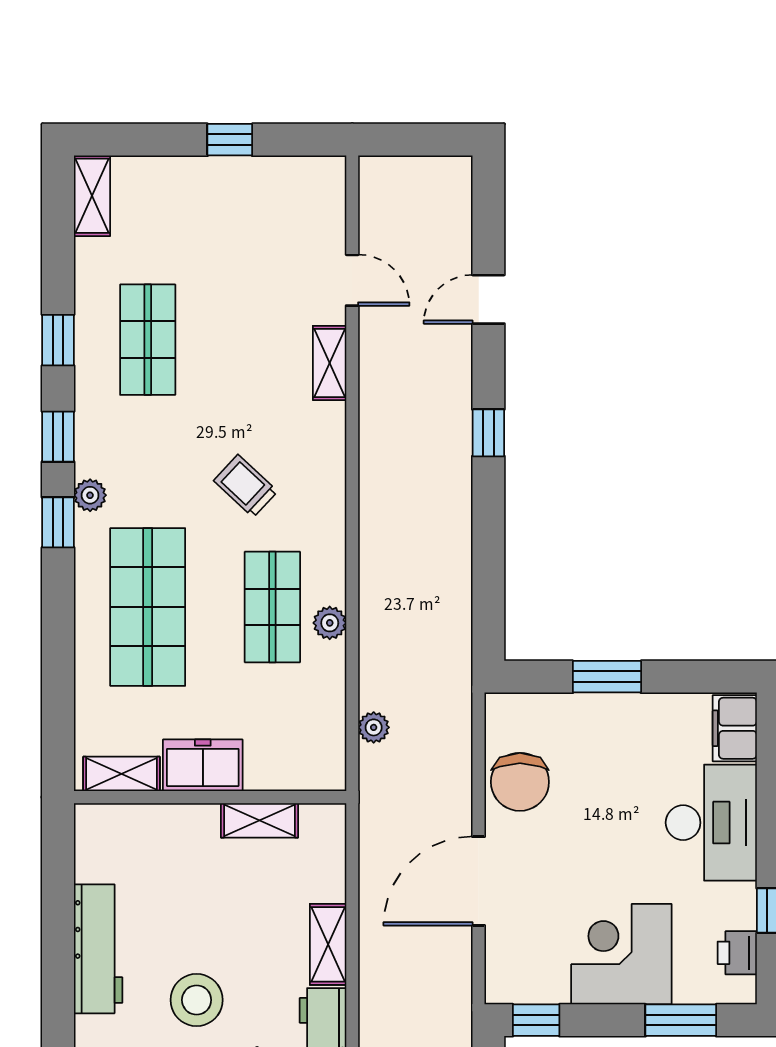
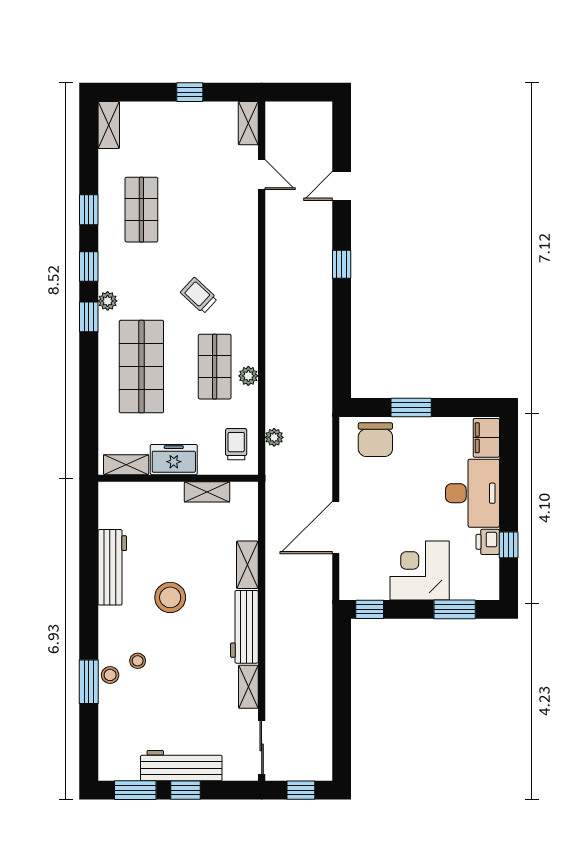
shelving: (330, 363) -> (248, 123), moved
trolley: (309, 739) -> (236, 444), added
chair: (520, 782) -> (375, 440), moved
printer: (737, 953) -> (488, 542), moved

